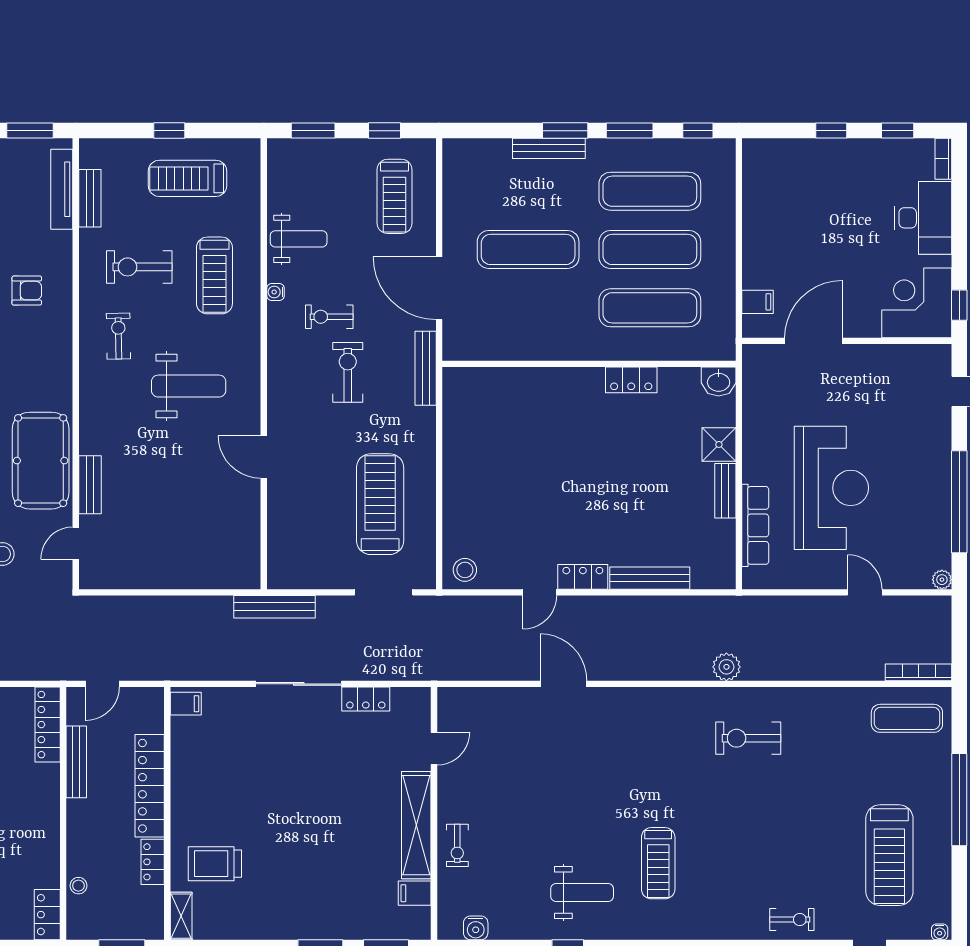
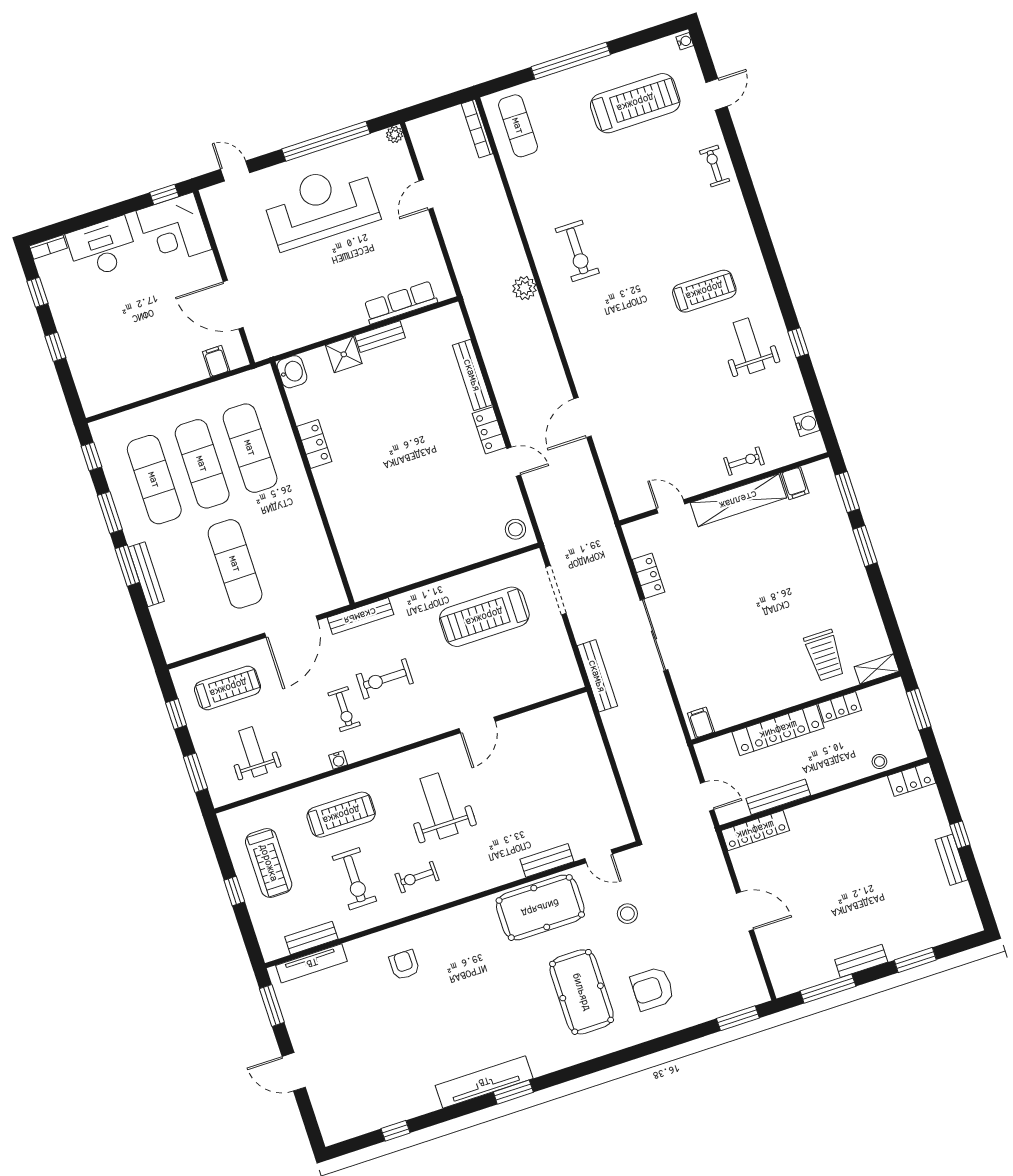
weight bench: (299, 239) -> (253, 752), moved
reception desk: (831, 488) -> (321, 206), moved

